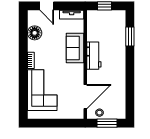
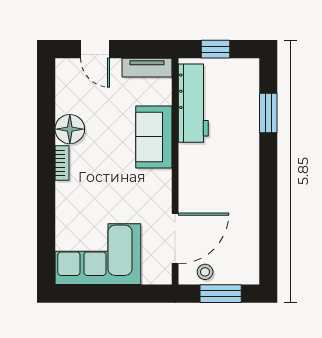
floor lamp: (35, 33) -> (70, 129), moved
workbench: (94, 56) -> (193, 103), moved, width x1.38
corner sofa: (42, 90) -> (98, 254), moved, turned -90

